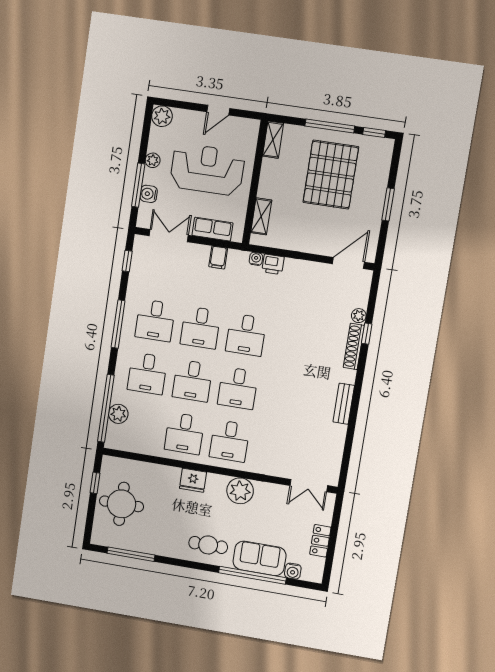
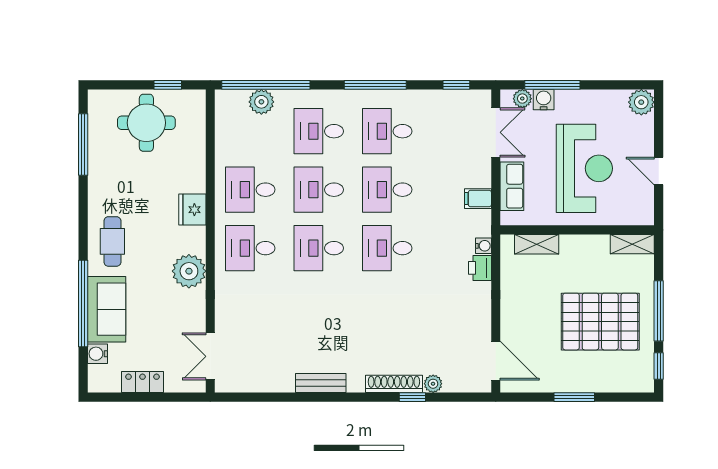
plant: (153, 160) -> (522, 99), moved

